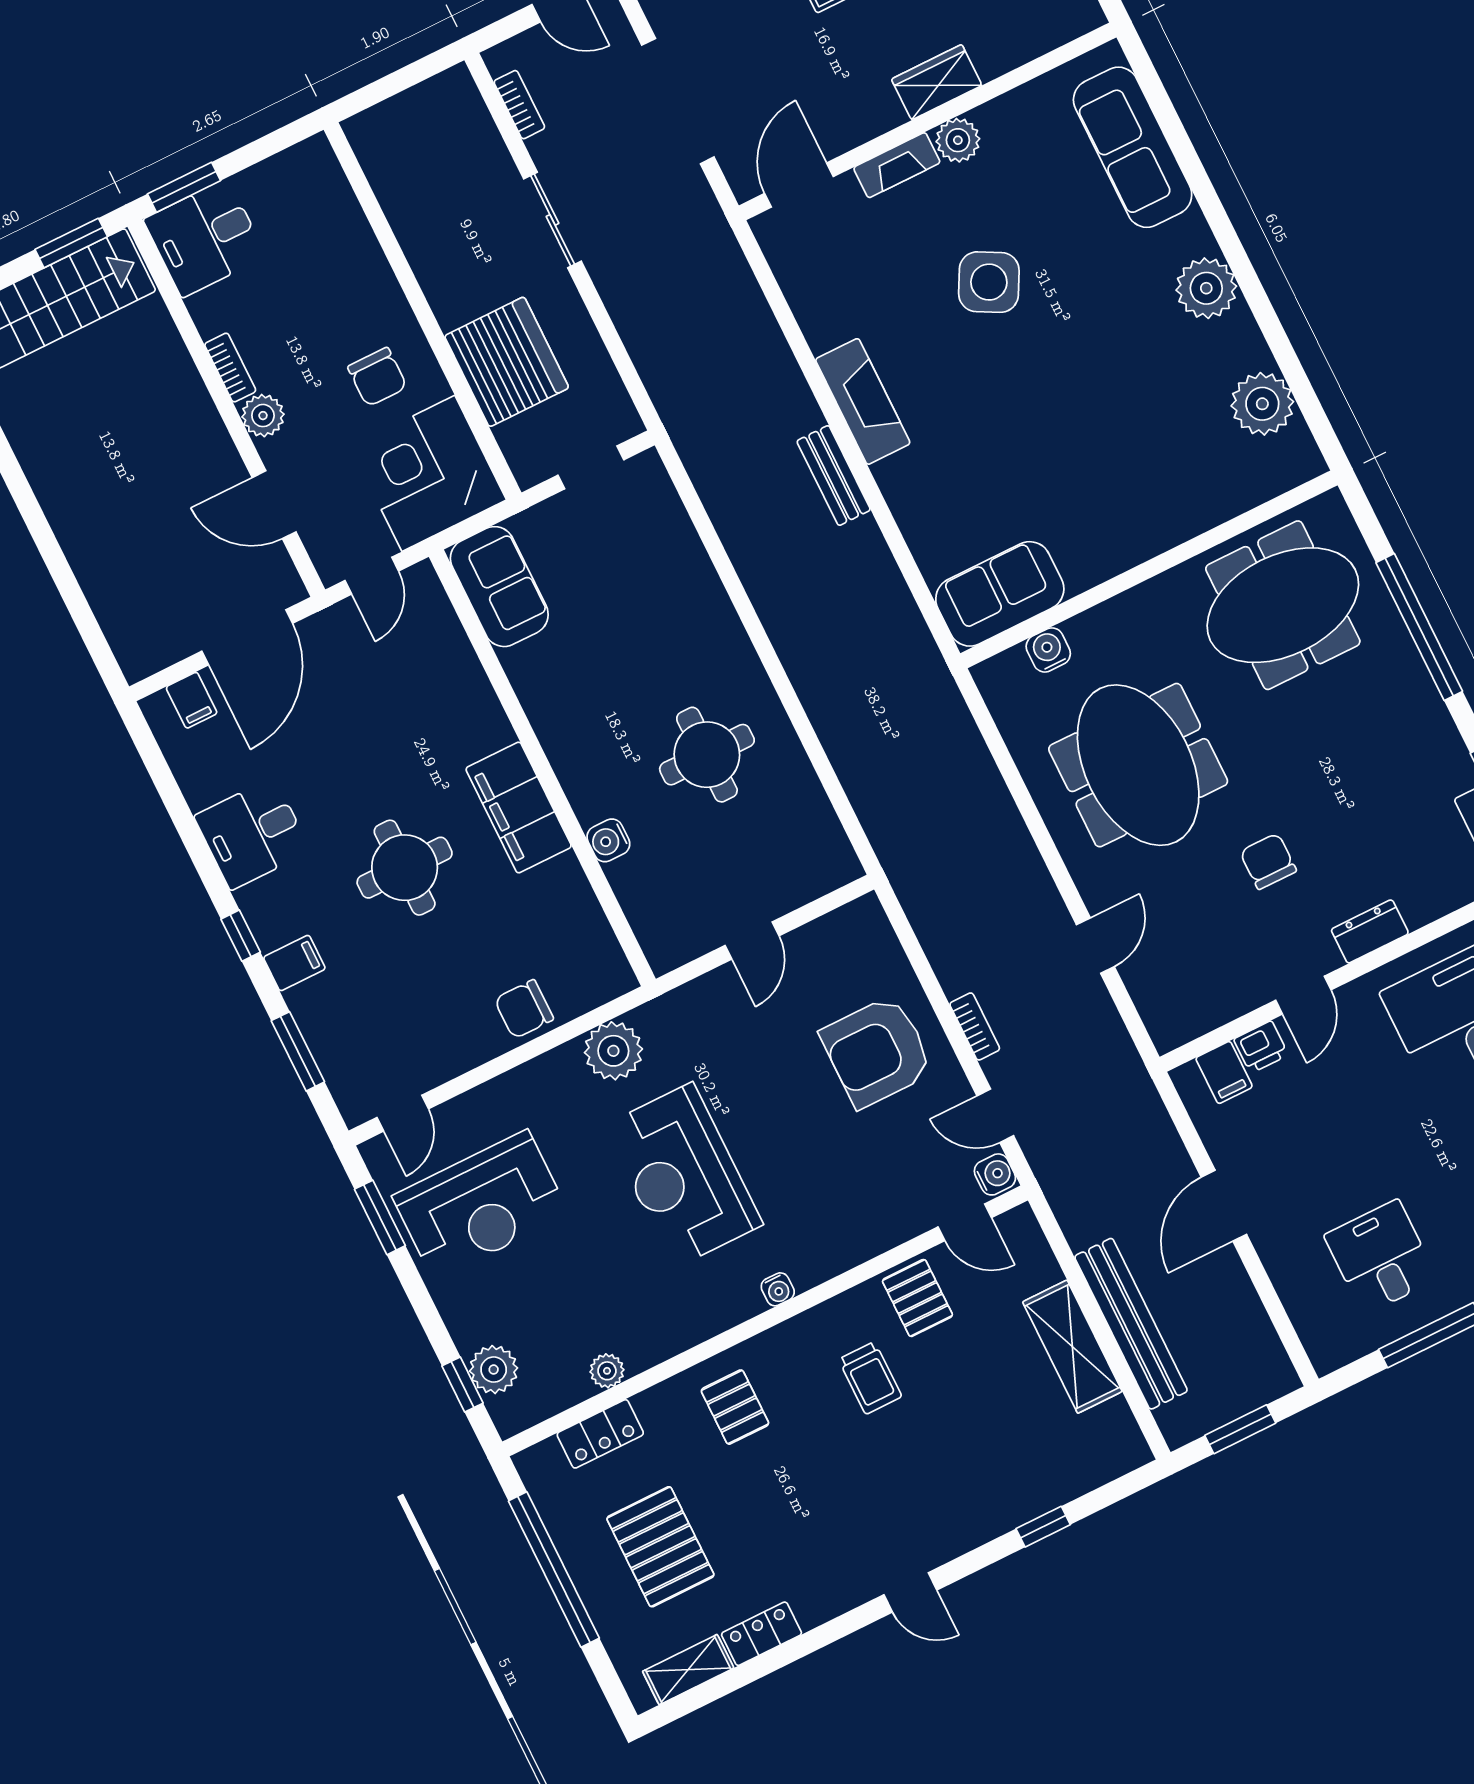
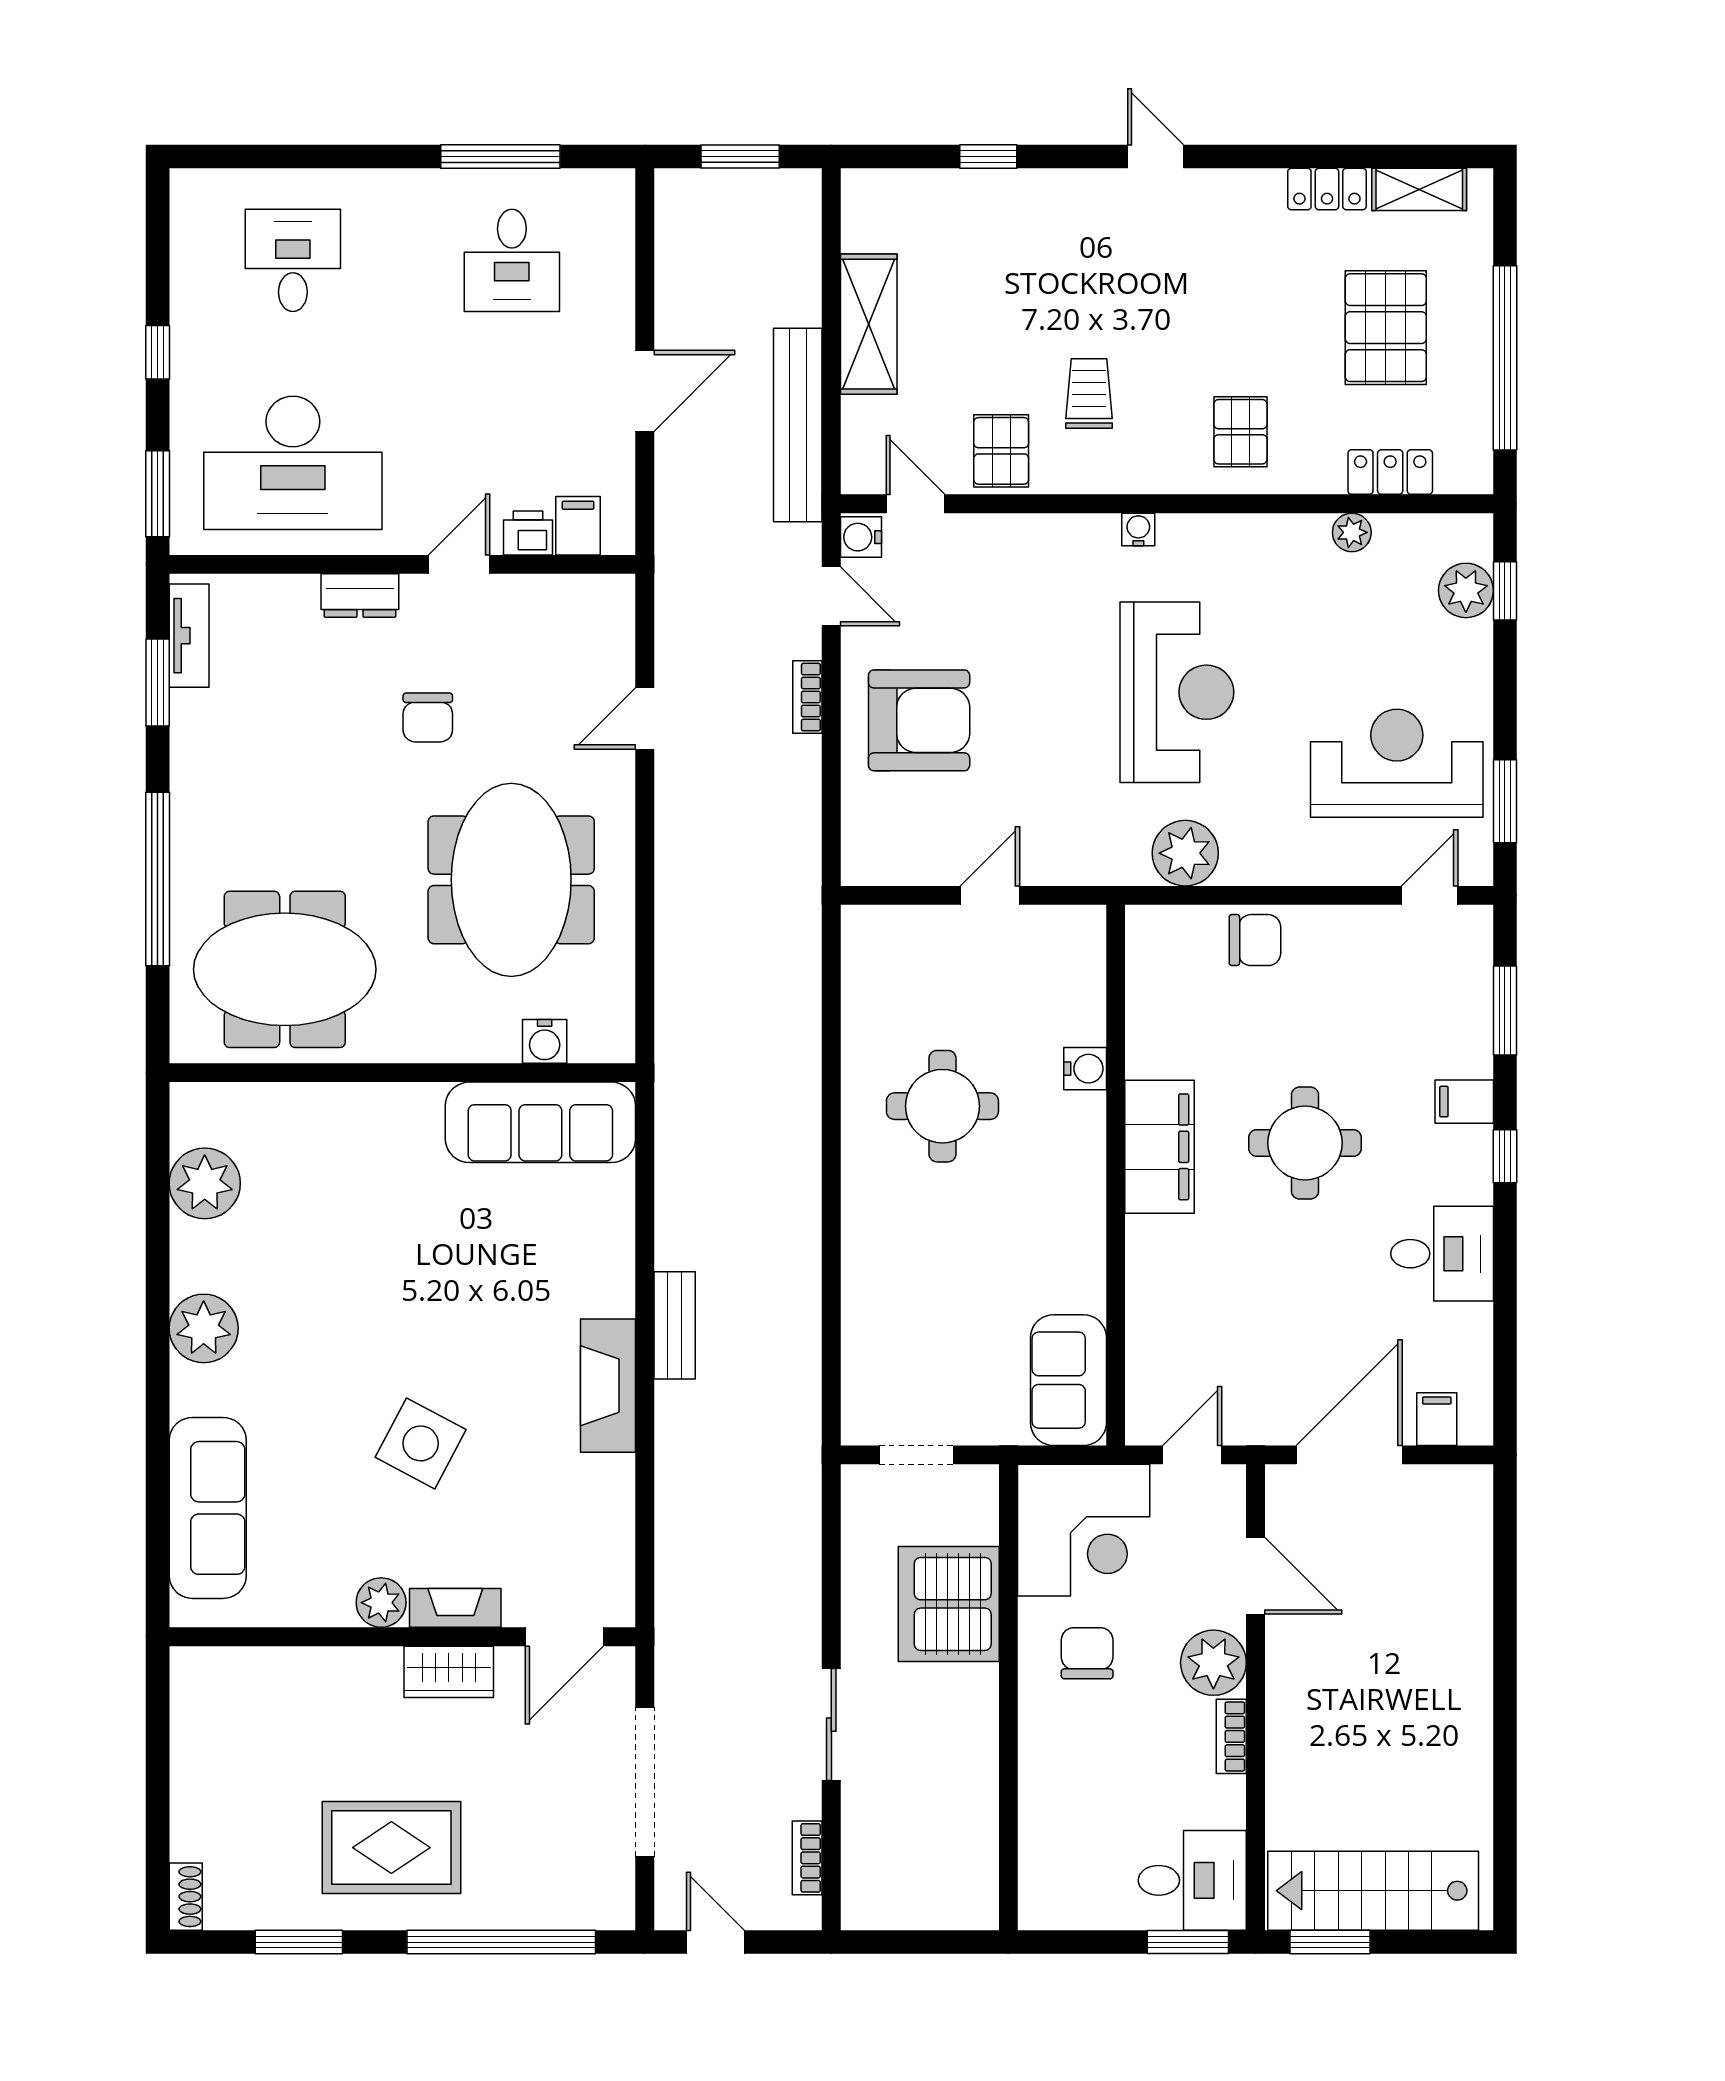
wardrobe: (937, 82) -> (449, 1672), moved
plant: (263, 416) -> (1213, 1663), width x1.36, depth x1.36
sofa: (1000, 594) -> (540, 1122), width x1.36
bench: (1131, 1324) -> (798, 425), moved

